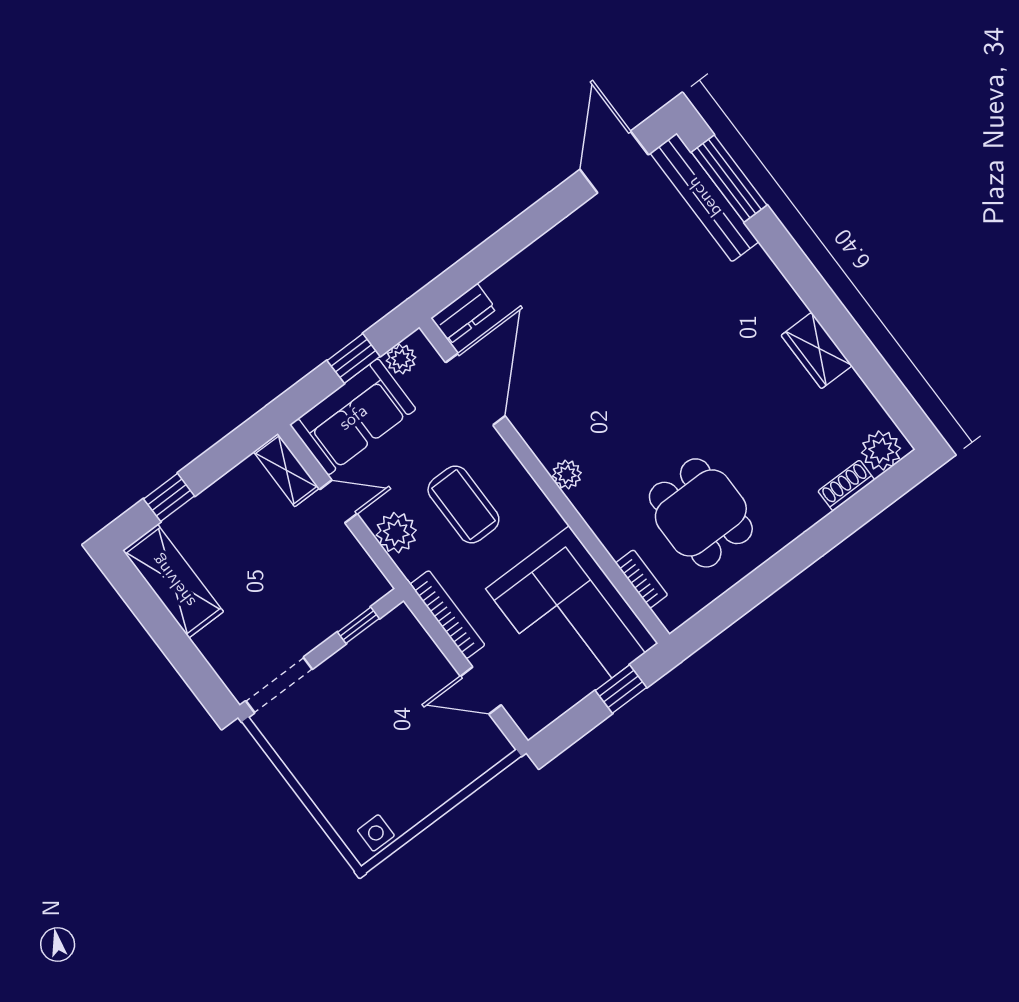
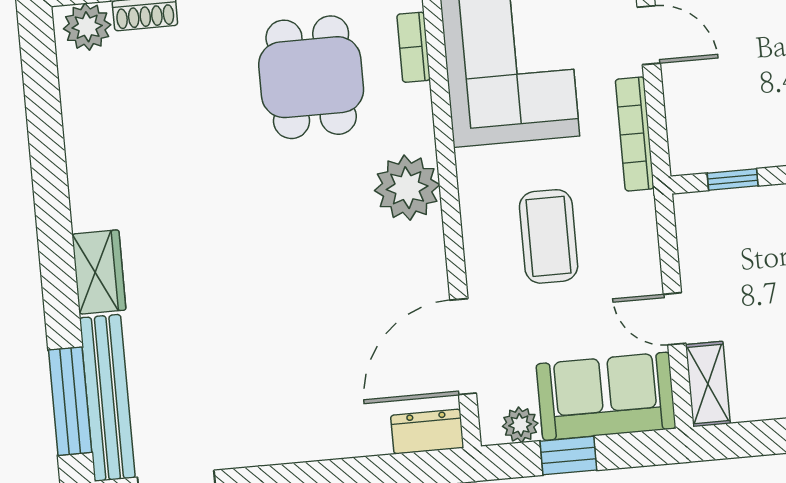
wardrobe: (817, 351) -> (99, 272), moved
plant: (567, 474) -> (407, 188), width x1.87, depth x1.87
plant: (396, 533) -> (635, 250), removed

